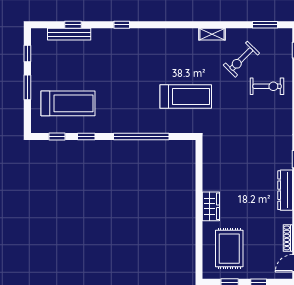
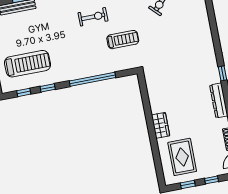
exercise bike: (267, 86) -> (93, 17), moved
treadmill: (186, 97) -> (123, 40), width x0.73, depth x0.73

